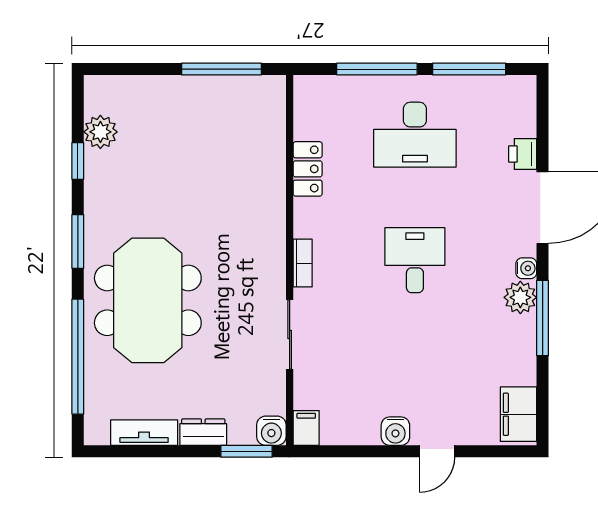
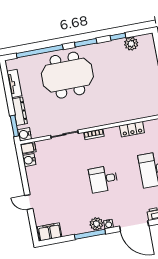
desk: (415, 260) -> (103, 179), turned 180
water cooler: (395, 431) -> (29, 160), moved
dresser: (203, 432) -> (20, 111), width x1.44

